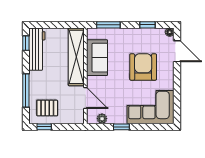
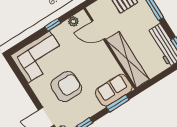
sofa: (97, 58) -> (114, 90), moved, turned 90
armchair: (143, 67) -> (66, 87), turned -90

